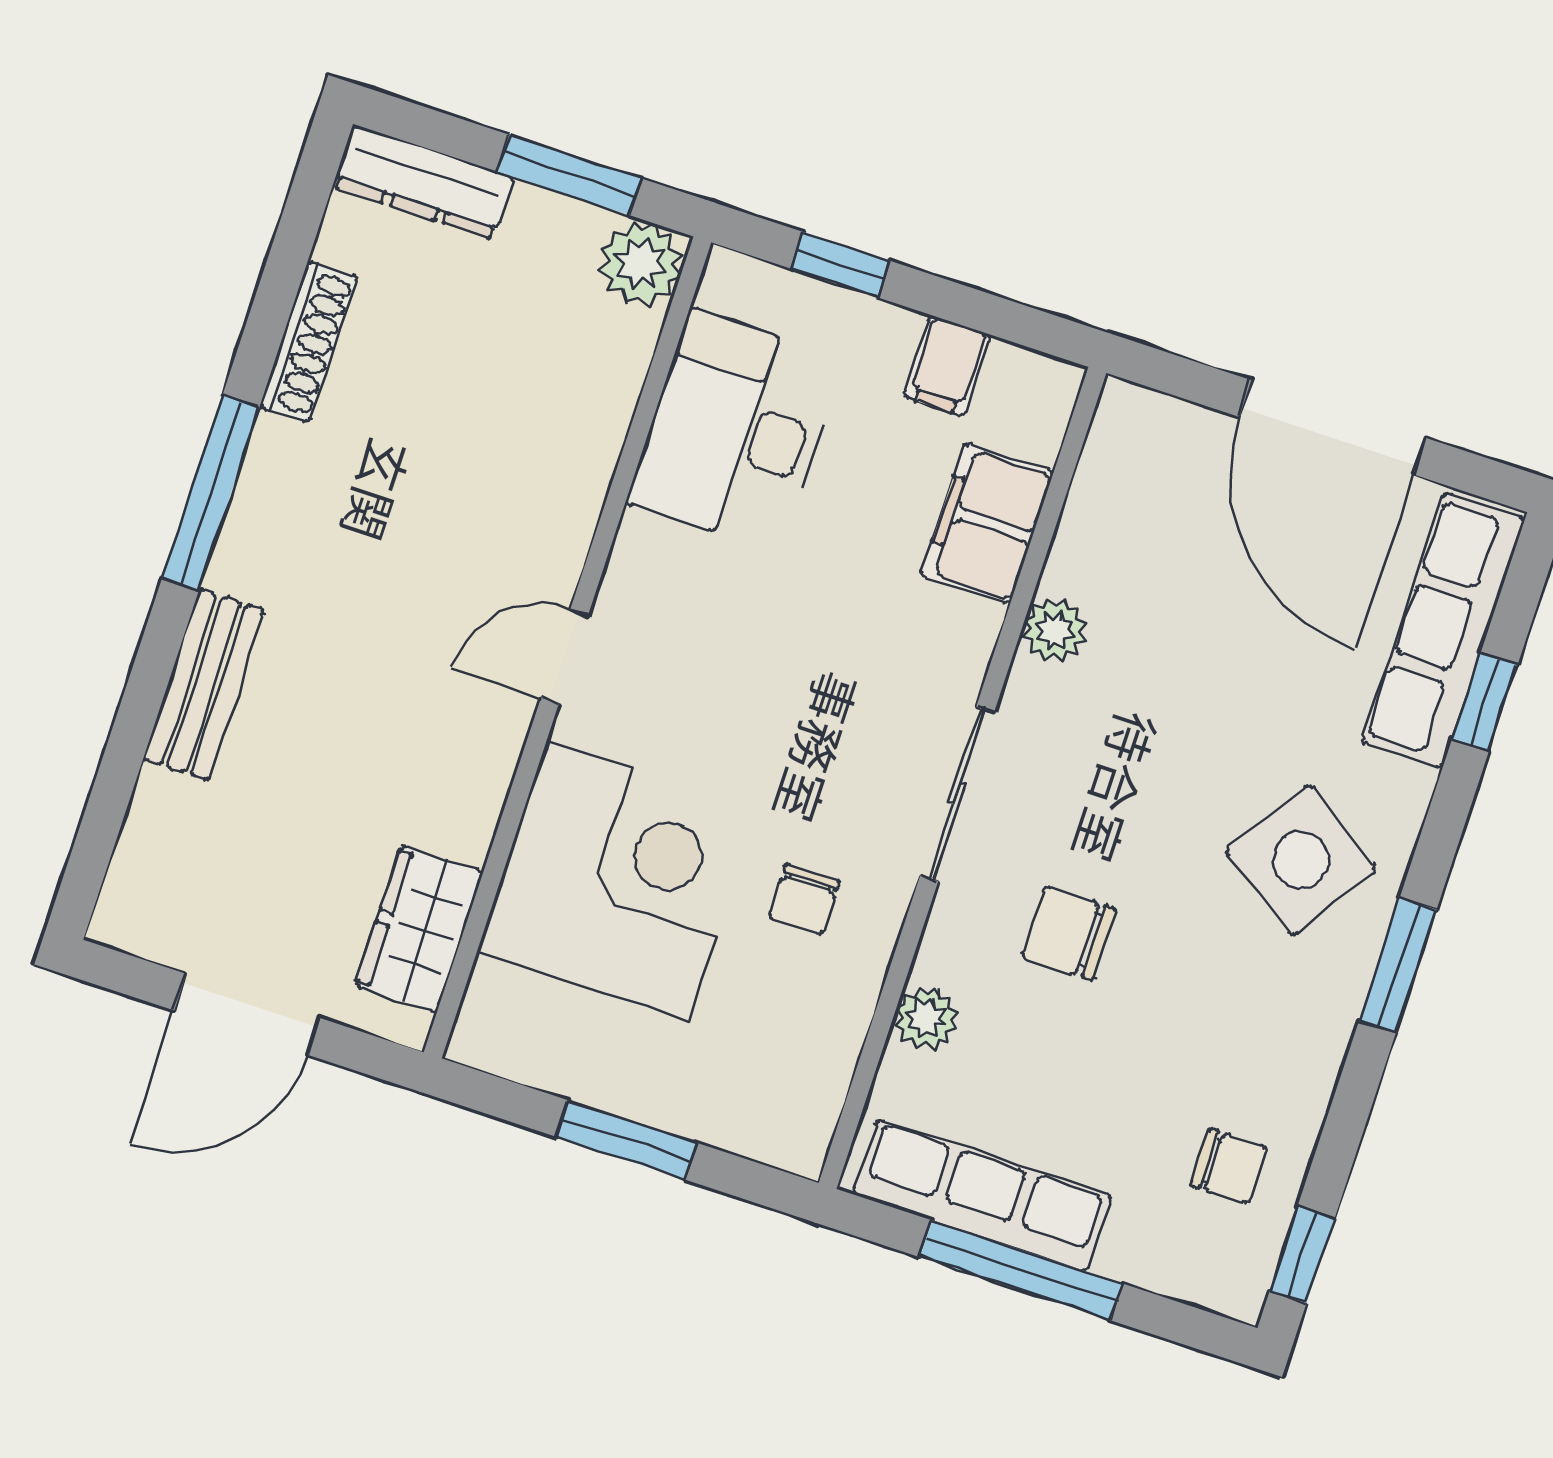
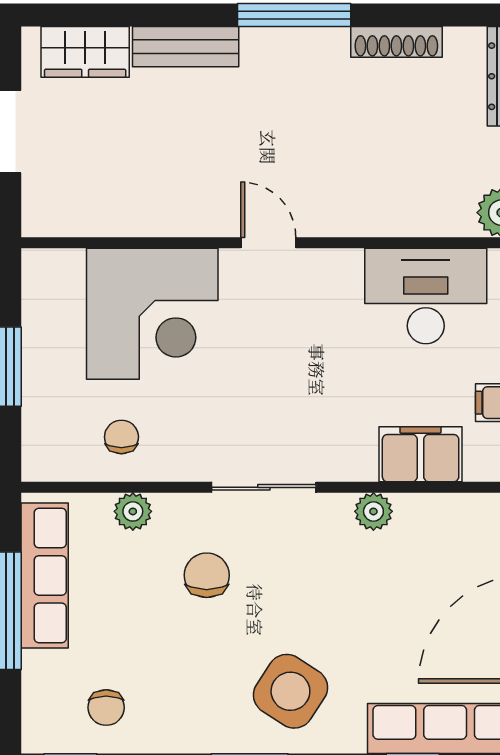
chair: (804, 899) -> (121, 437), moved, turned 90
wardrobe: (419, 929) -> (85, 52), moved, turned 180

